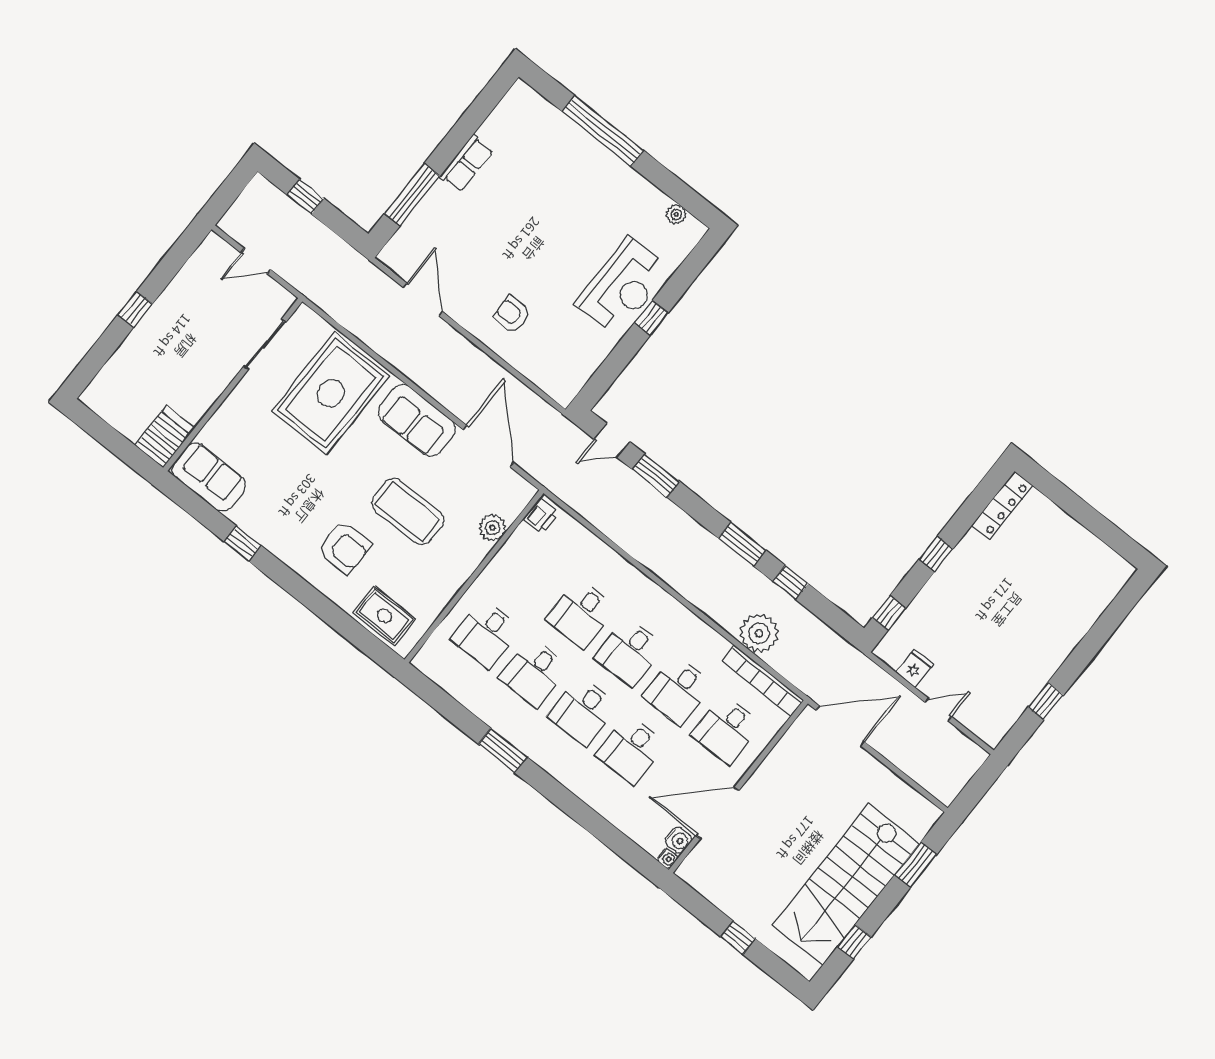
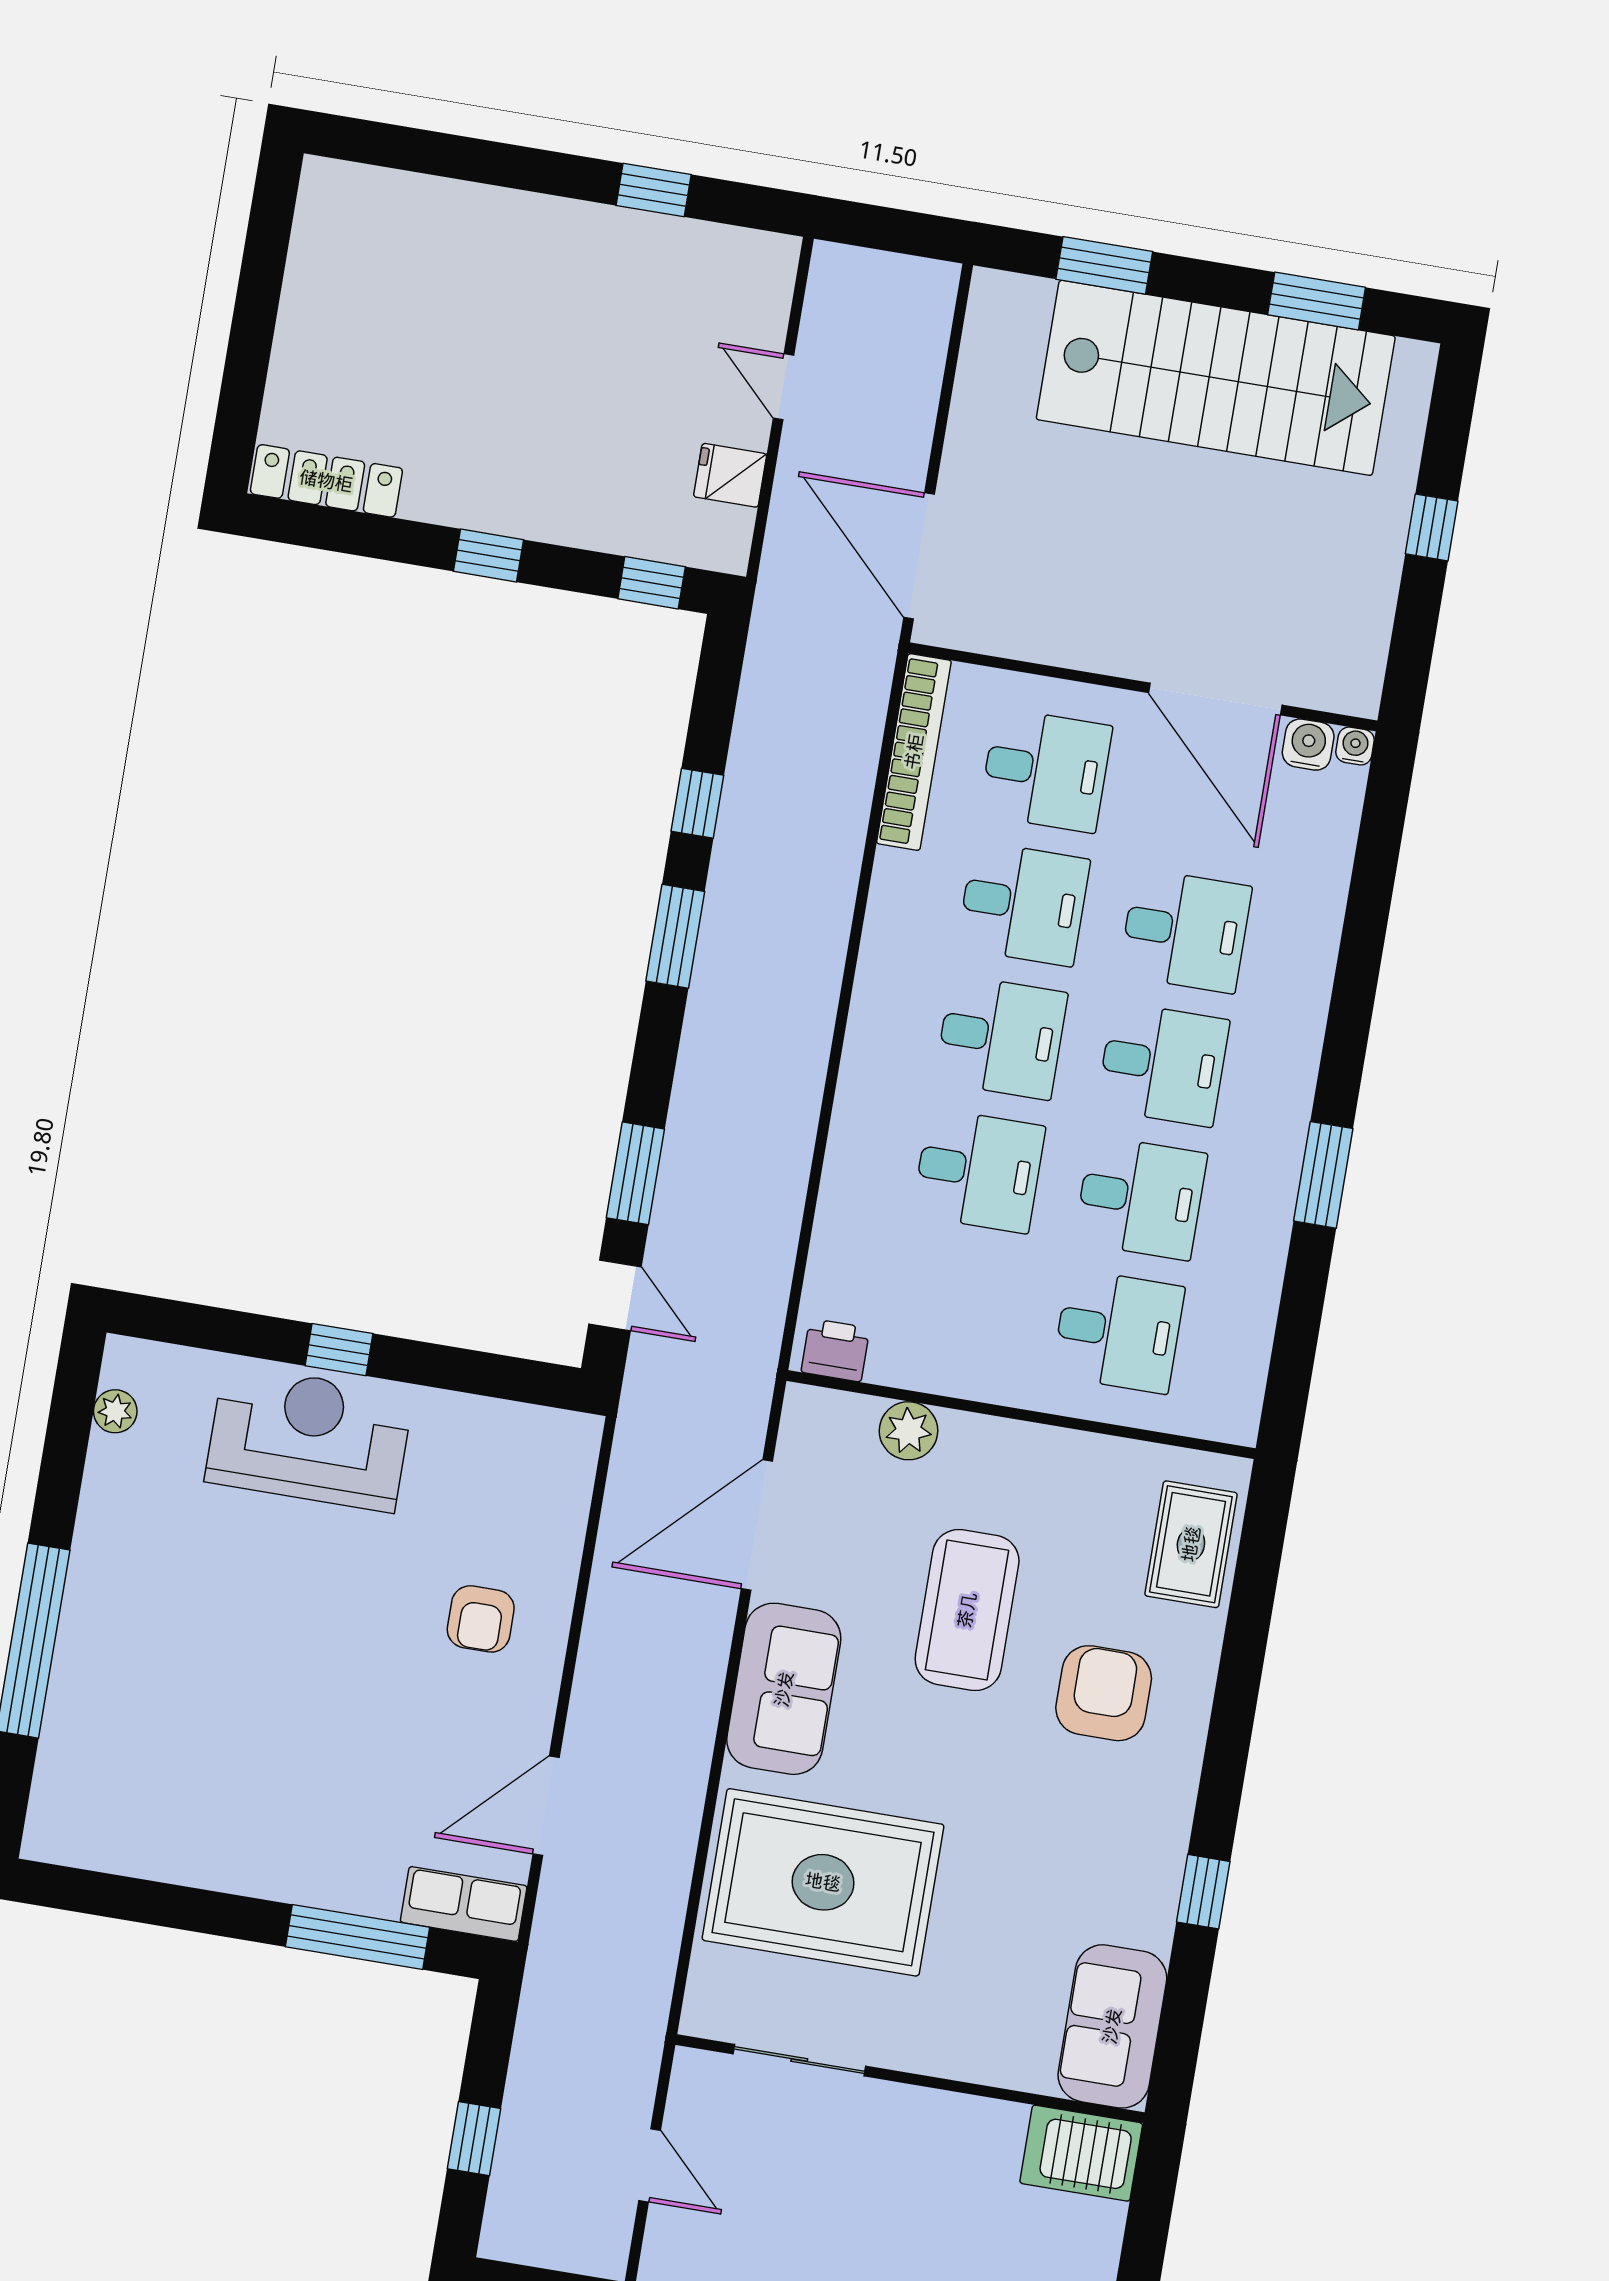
row of seats: (466, 163) -> (464, 1904), moved
plant: (759, 633) -> (828, 810), removed
window: (854, 942) -> (1317, 301), width x1.50

